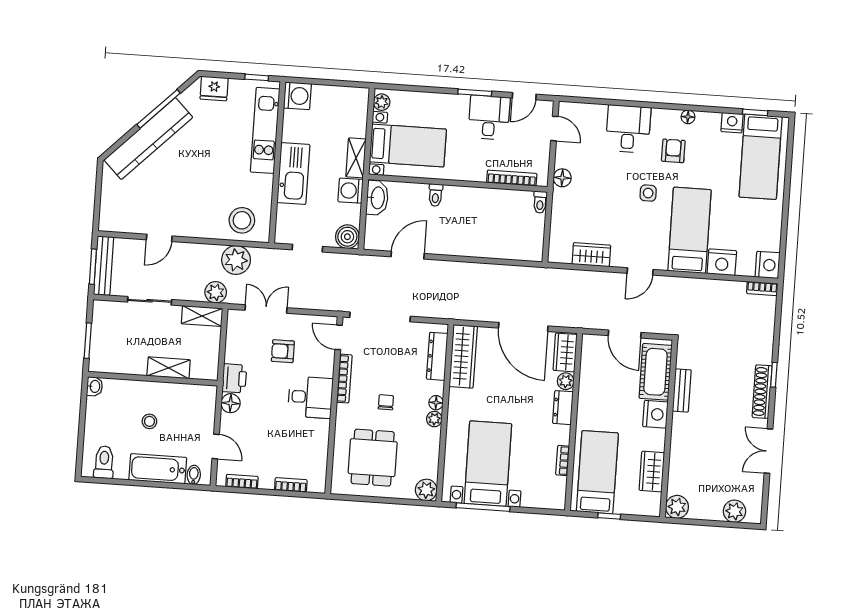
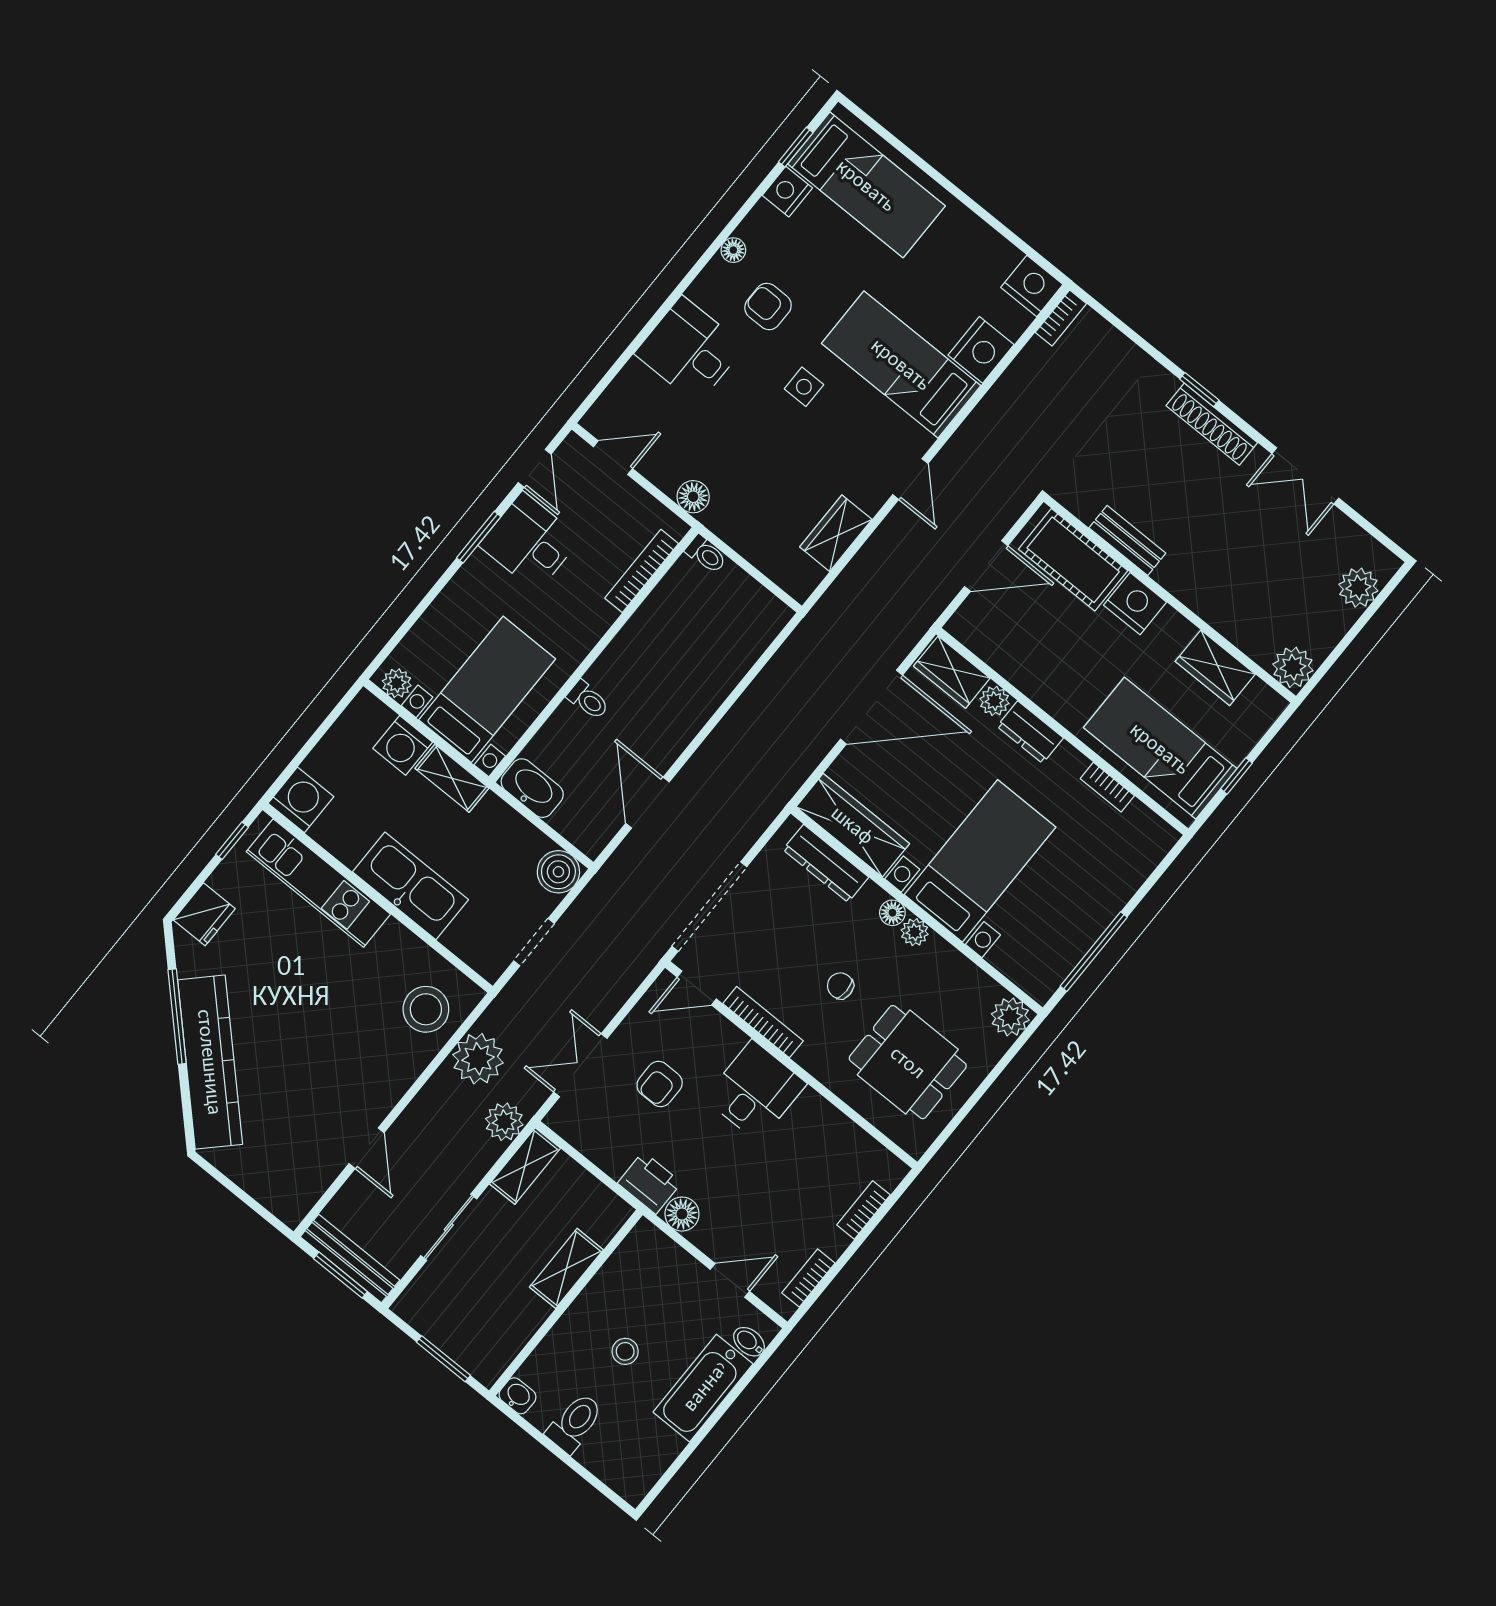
washing machine: (351, 191) -> (403, 745), moved
toilet: (104, 462) -> (575, 1423), moved, turned 90
bed with nightstands: (488, 464) -> (980, 861), moved, turned 90

